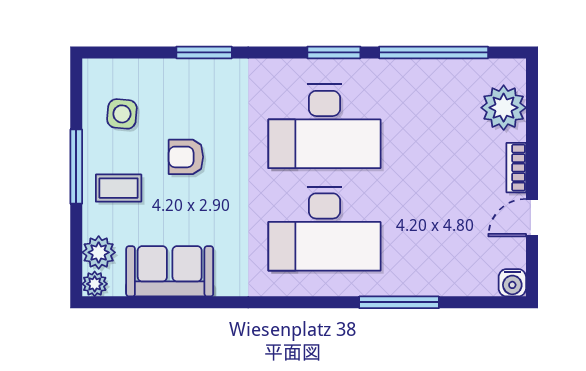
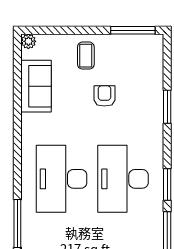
side table: (122, 114) -> (130, 58), removed
window: (76, 167) -> (133, 30), moved
plant: (99, 252) -> (47, 44), removed

